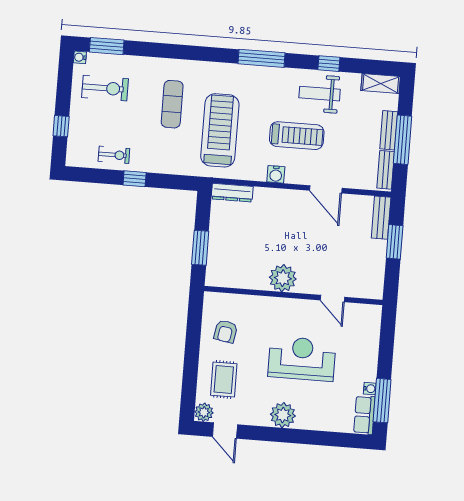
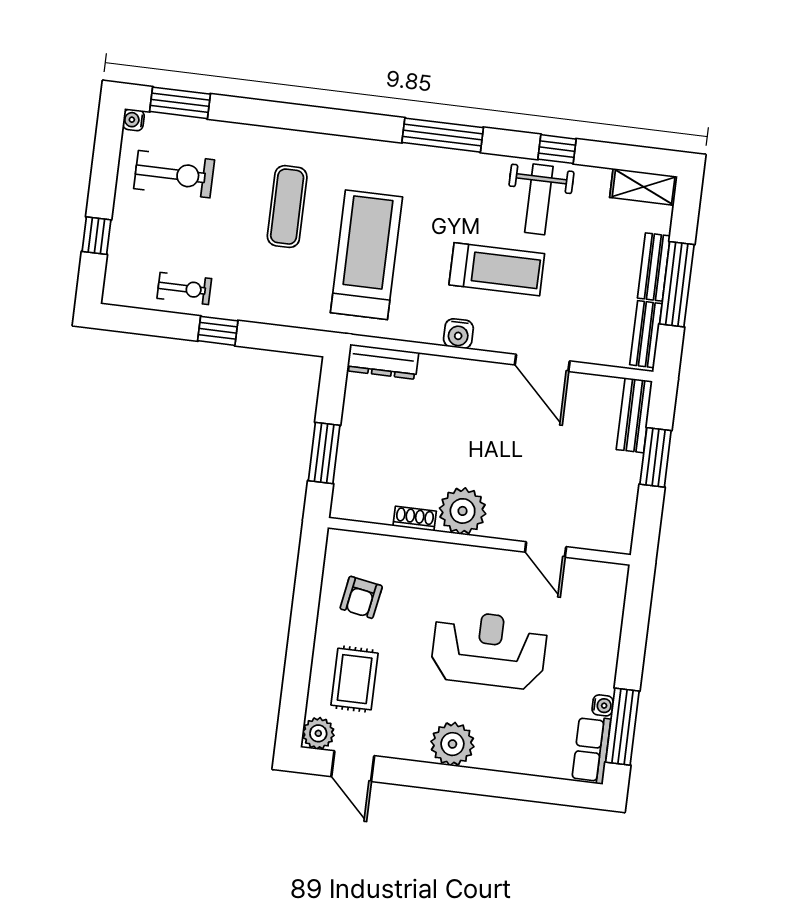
weight bench: (320, 94) -> (539, 199), turned -90
shoe rack: (255, 284) -> (415, 519), added

